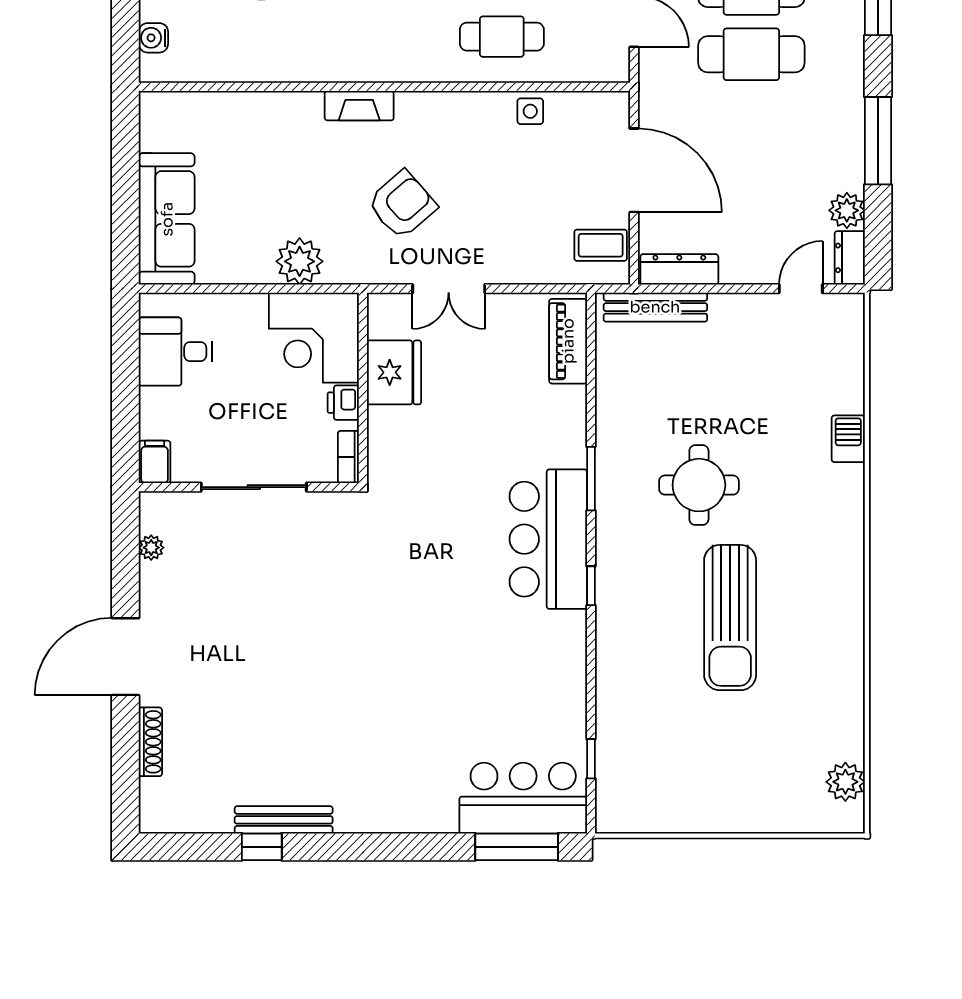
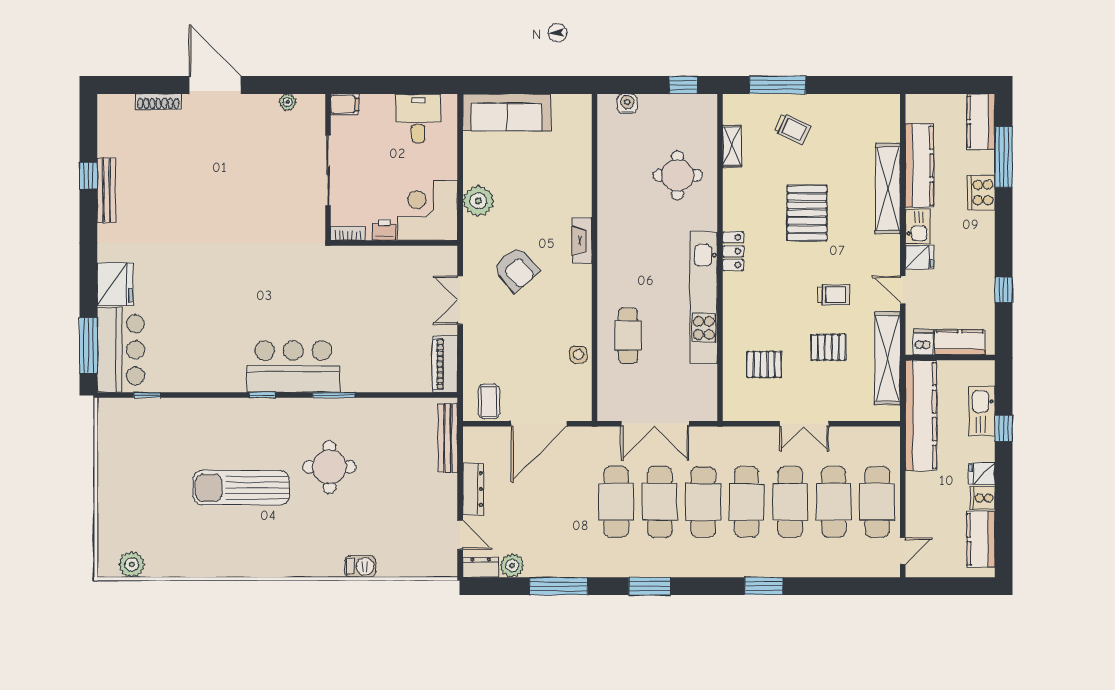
dresser: (679, 269) -> (473, 489), moved
piano: (568, 341) -> (445, 364), moved, turned -90
fridge: (394, 372) -> (115, 284), moved, turned -90

